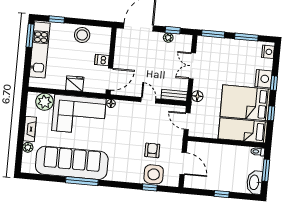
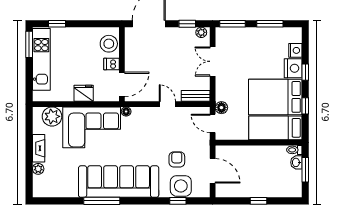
stool: (82, 35) -> (109, 44), moved
plant: (168, 38) -> (201, 32), moved
nightstand: (268, 52) -> (295, 50), moved
floor lamp: (197, 96) -> (221, 108), moved
sofa: (72, 163) -> (119, 182), moved
washbasin: (255, 182) -> (296, 162), moved, width x0.52, depth x0.69

